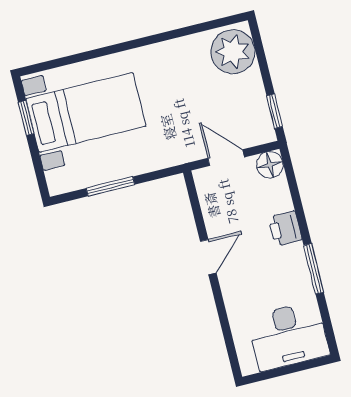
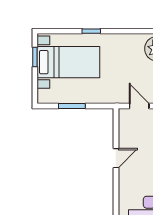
window: (112, 50) -> (91, 31), added

